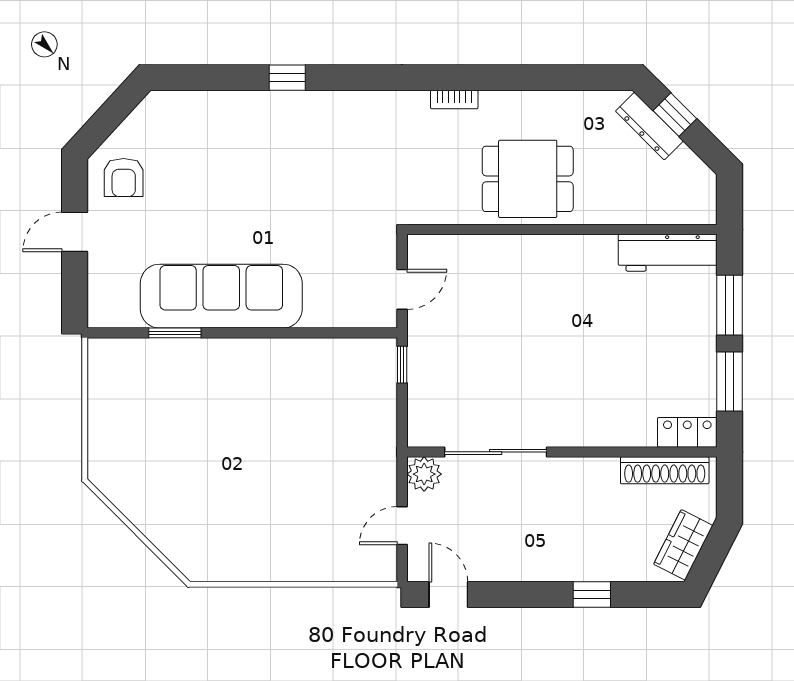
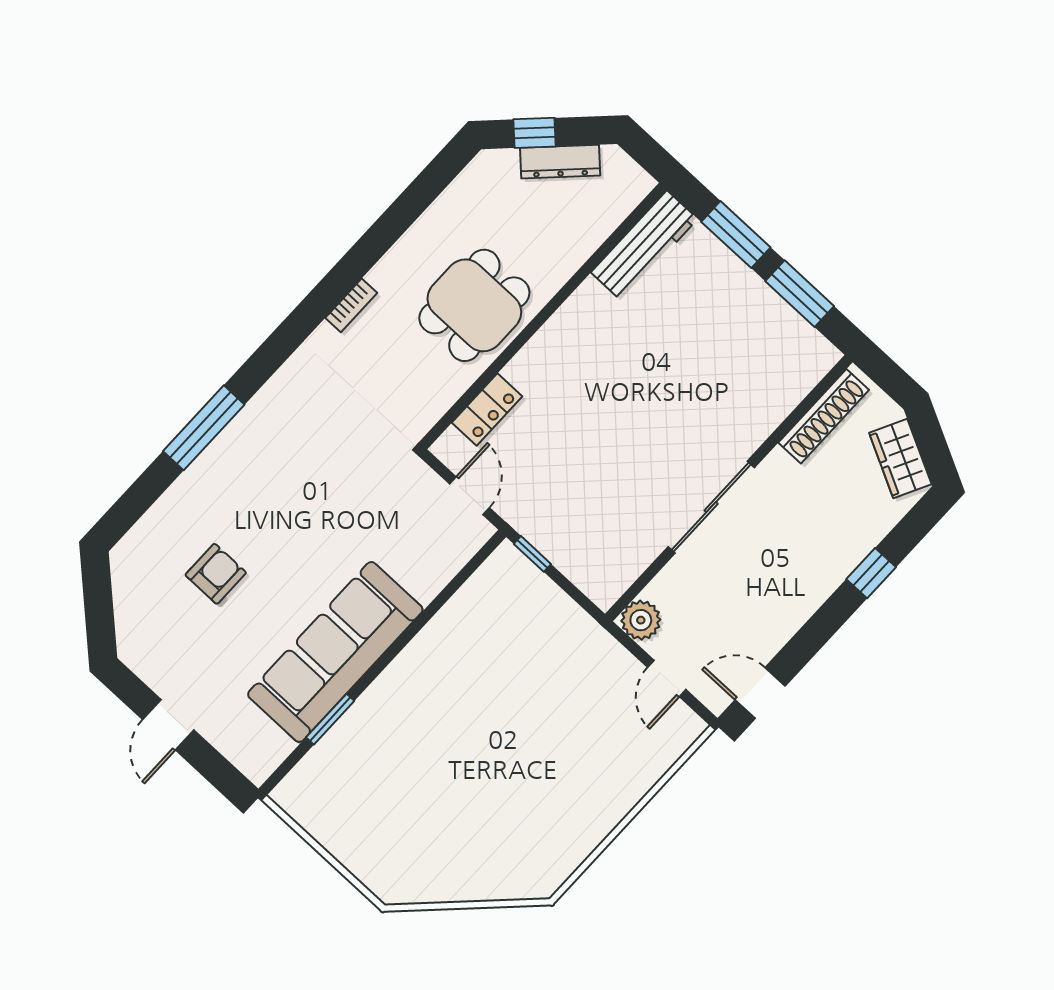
window: (287, 78) -> (204, 428), width x2.17
dresser: (649, 126) -> (560, 162), moved
armchair: (124, 178) -> (216, 574), moved, turned -90
locker: (687, 432) -> (487, 409), moved, turned 180
sliding door: (496, 452) -> (711, 507), moved

